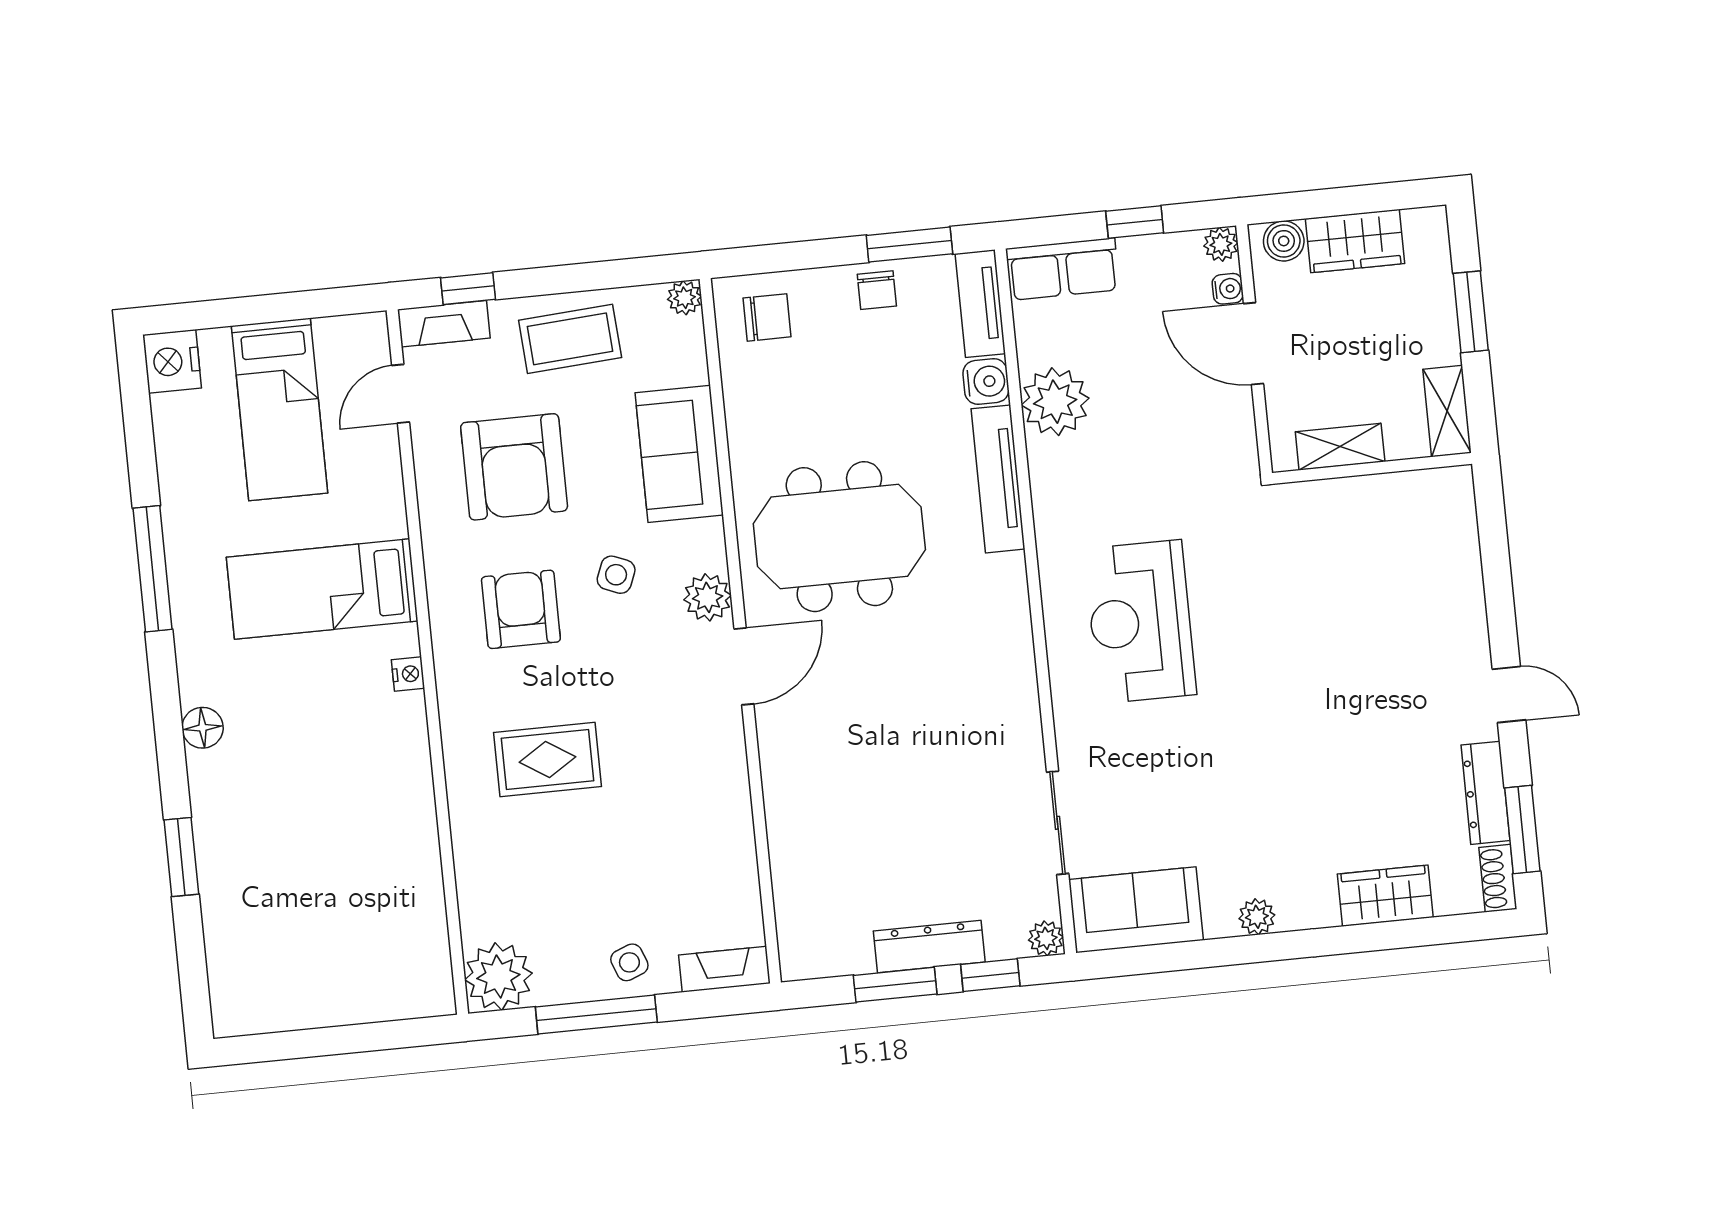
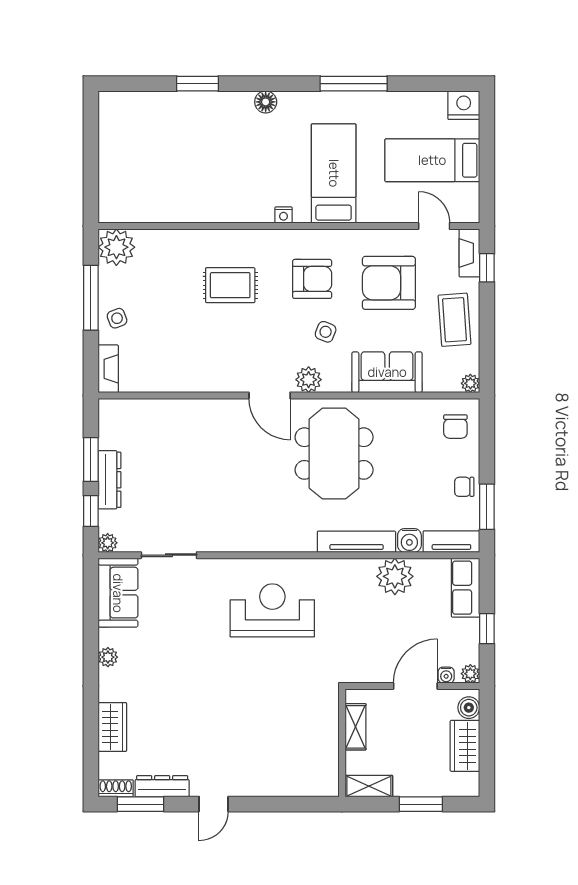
rug: (547, 759) -> (230, 285), turned 90

